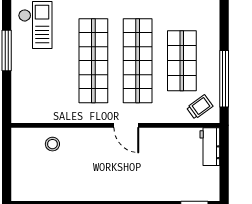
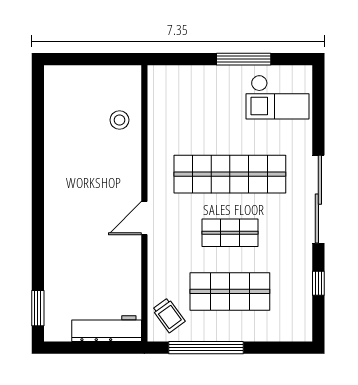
shop shelf: (138, 61) -> (230, 233), width x0.50, depth x0.74
workbench: (210, 147) -> (107, 329), width x1.38

